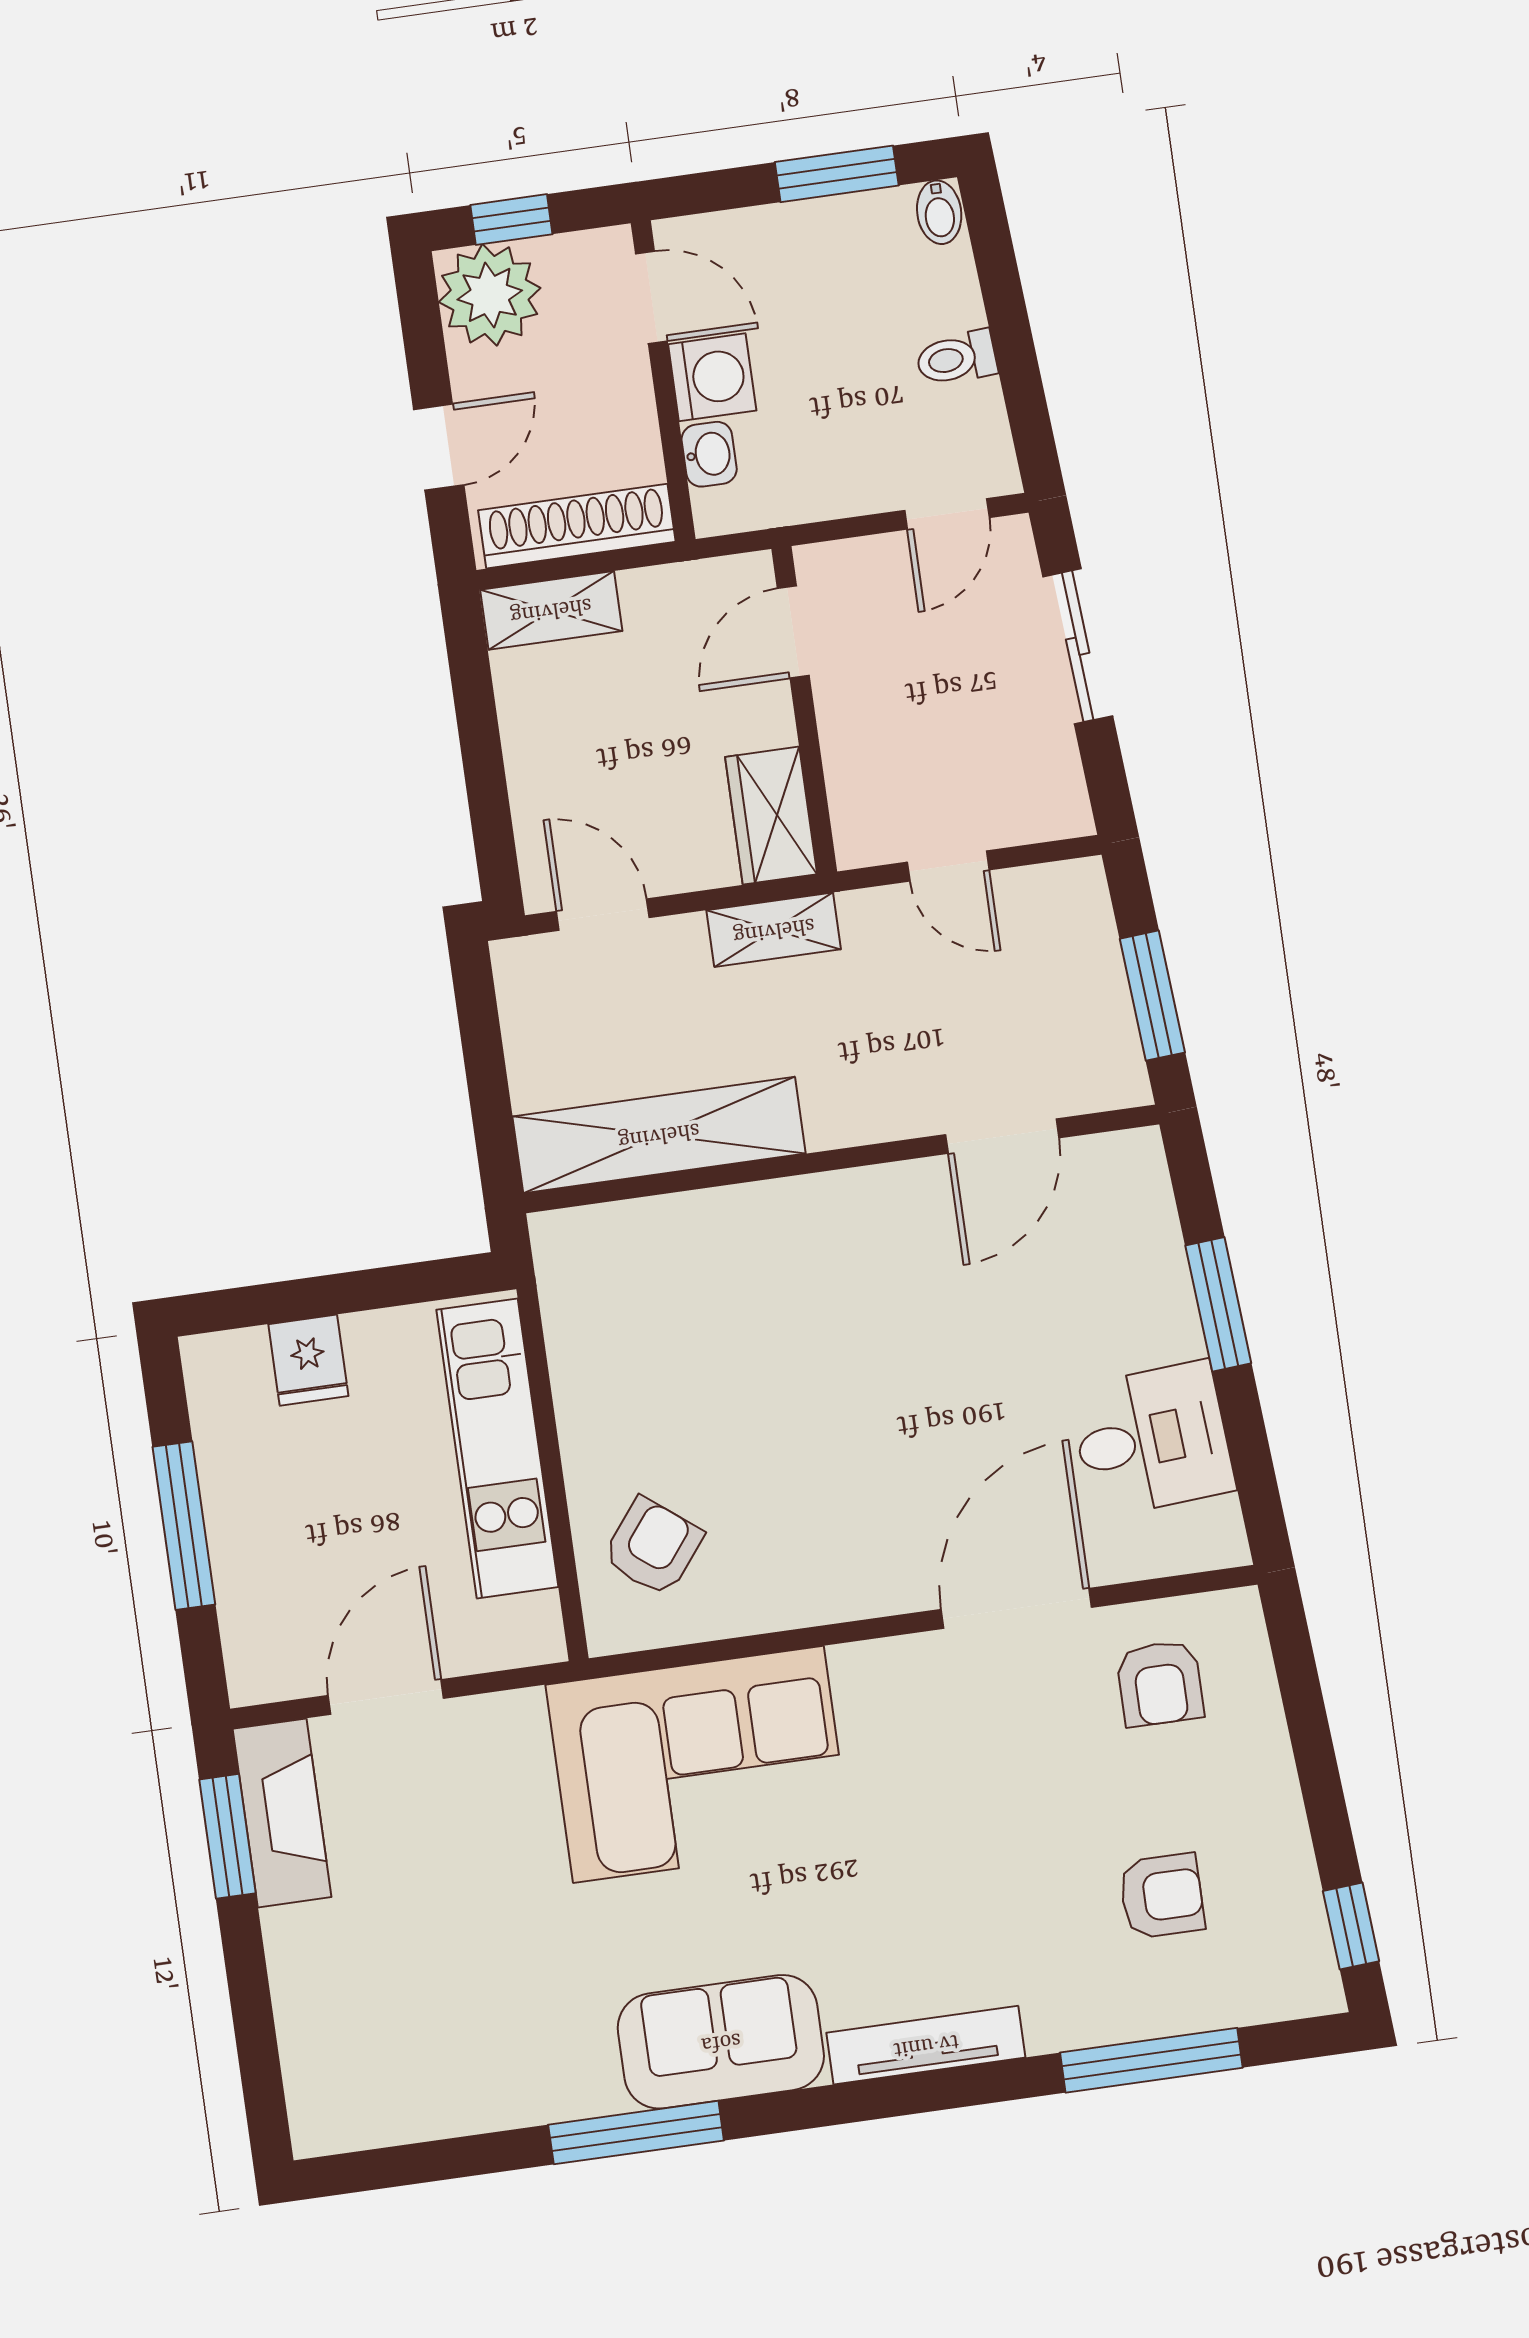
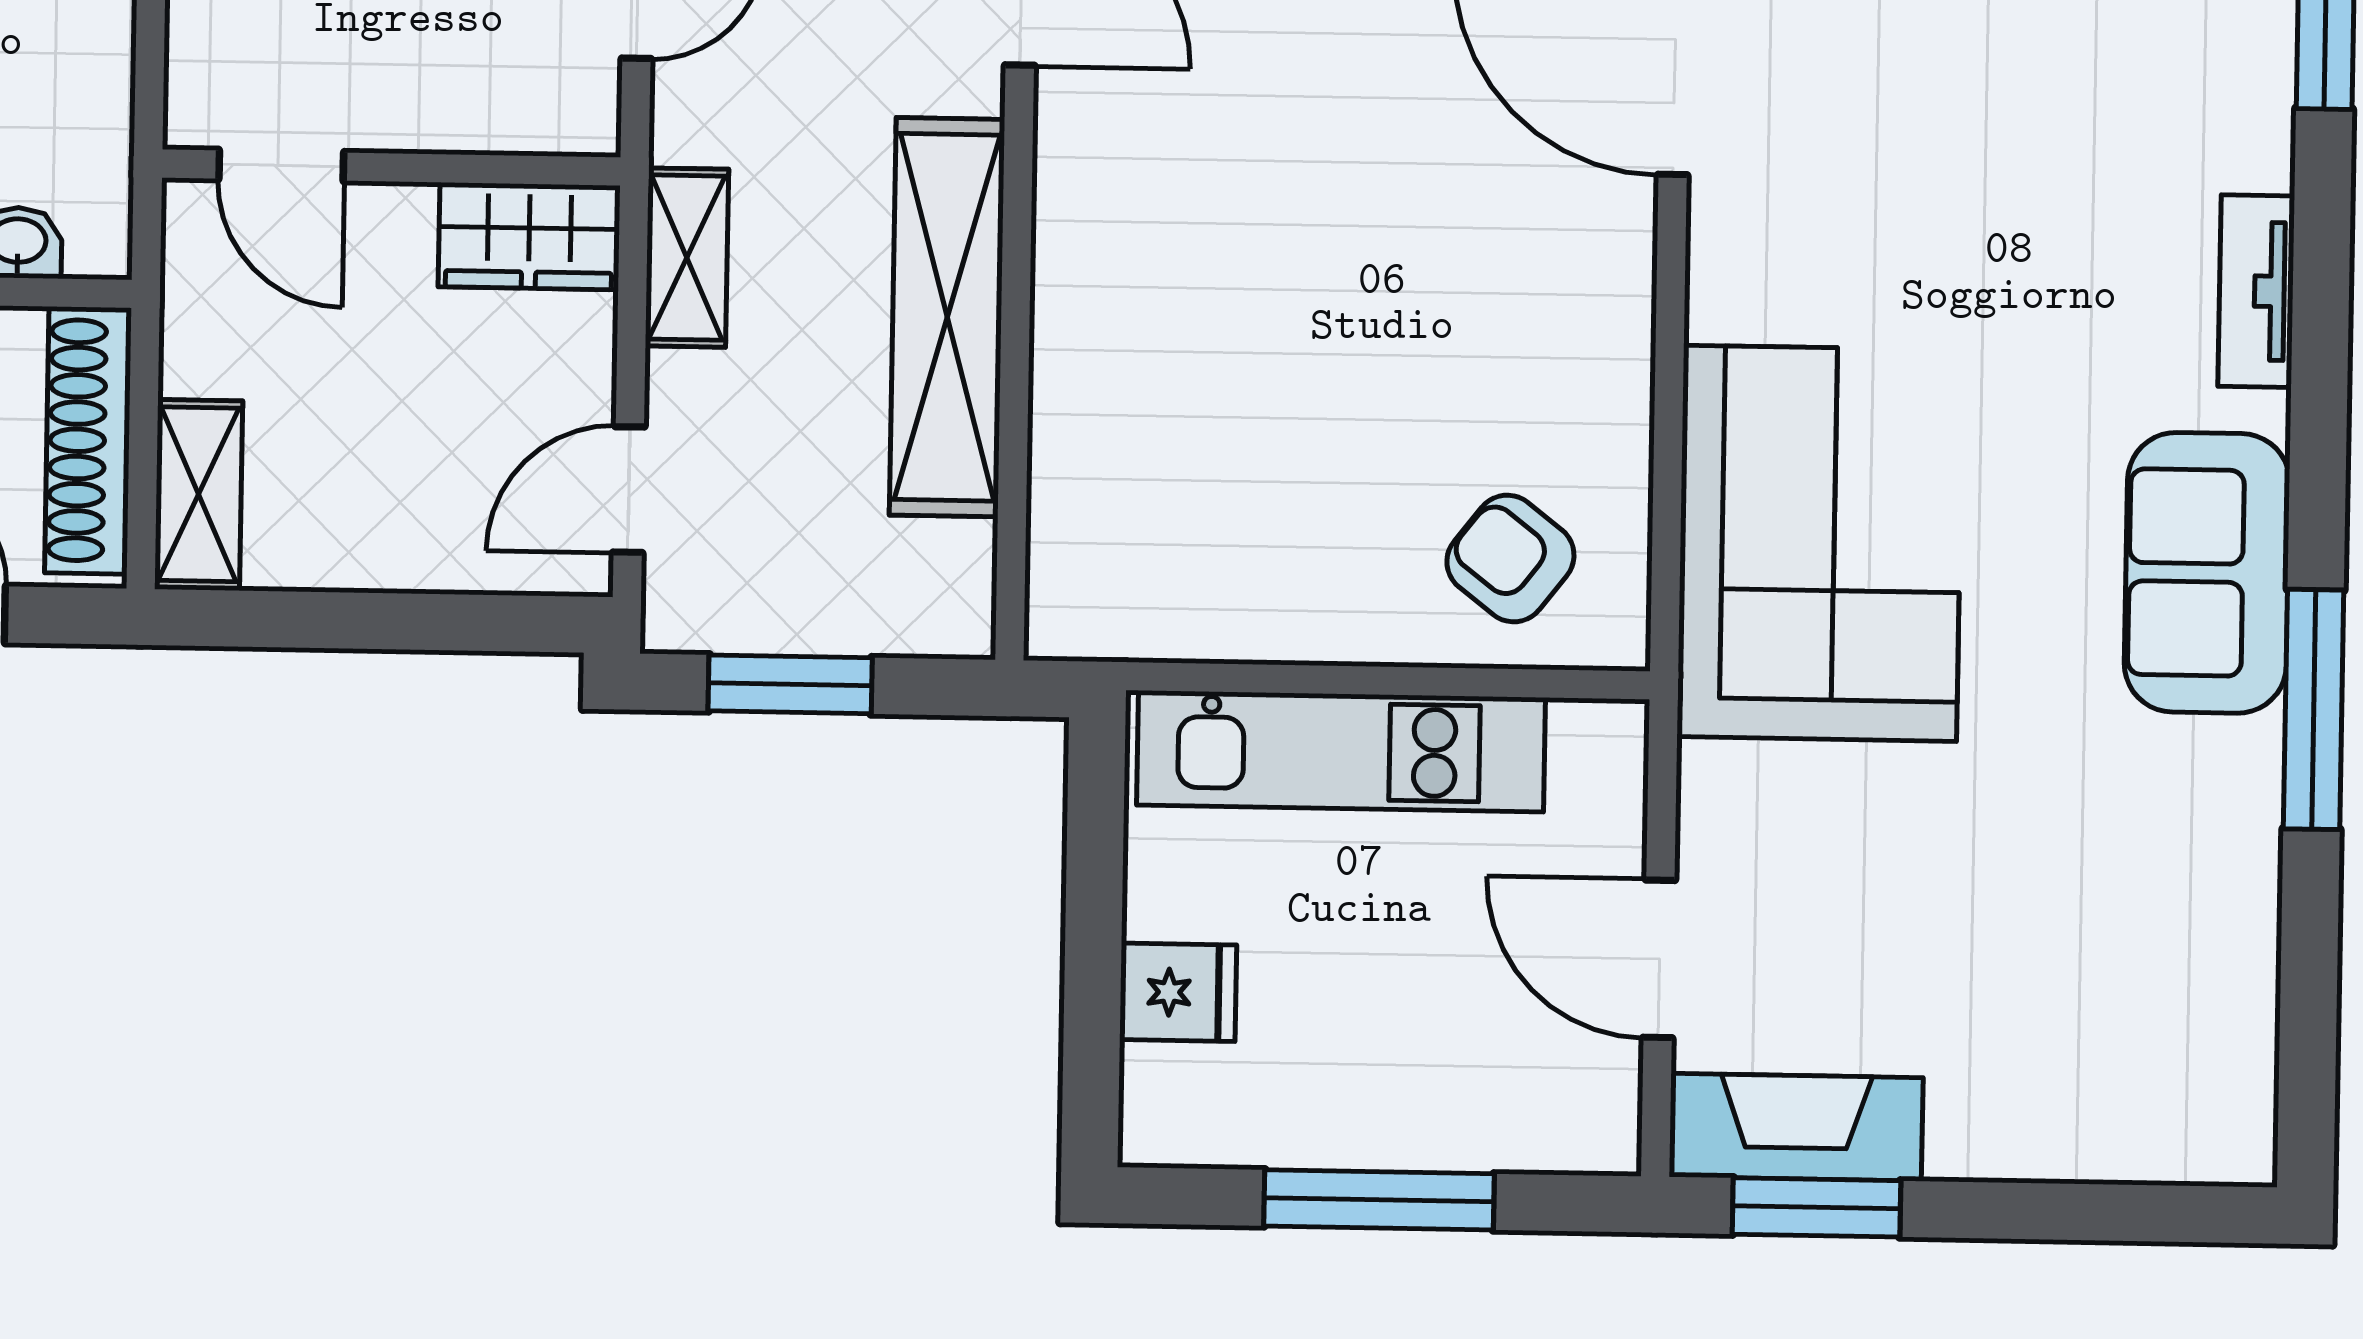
window: (483, 1051) -> (790, 684), added
shelving: (659, 1135) -> (947, 317), moved
tv unit: (926, 2045) -> (2256, 291), width x0.71

